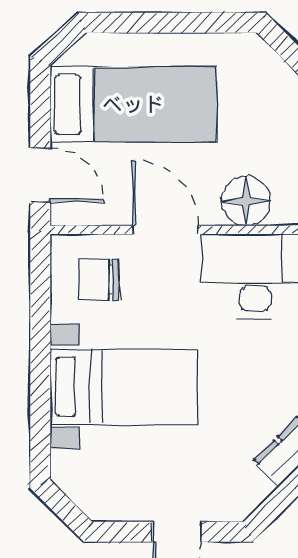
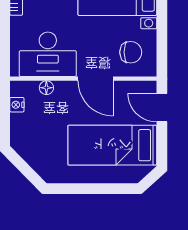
floor lamp: (246, 201) -> (46, 88), width x0.53, depth x0.53

